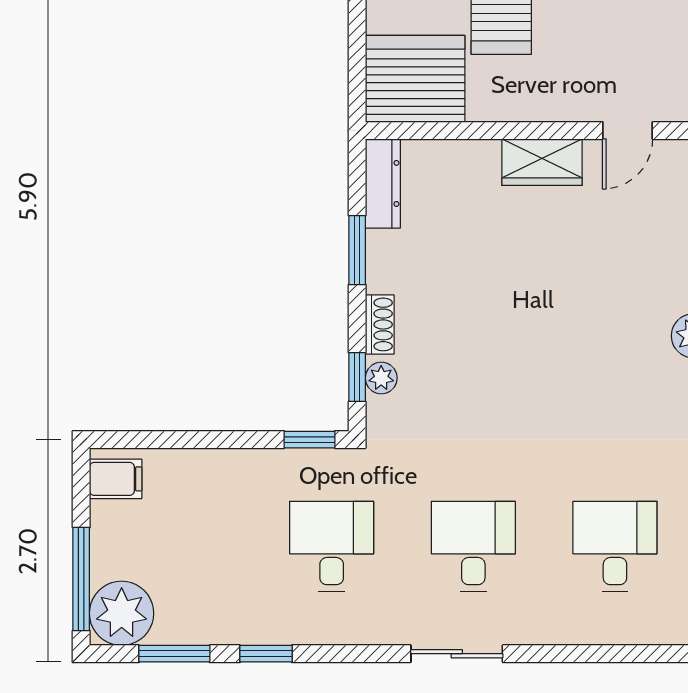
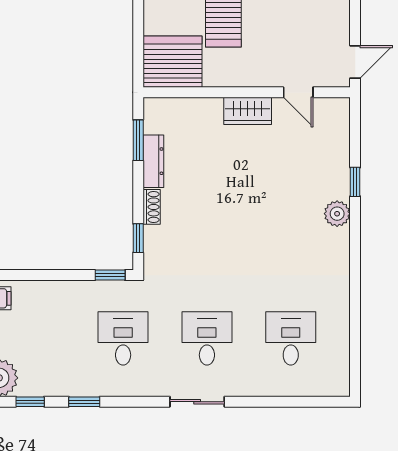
door: (628, 131) -> (298, 92), hinge flipped
dresser: (383, 183) -> (153, 161), moved
window: (357, 250) -> (138, 140), moved
plant: (381, 378) -> (152, 239), removed
window: (174, 654) -> (30, 402), width x0.67

